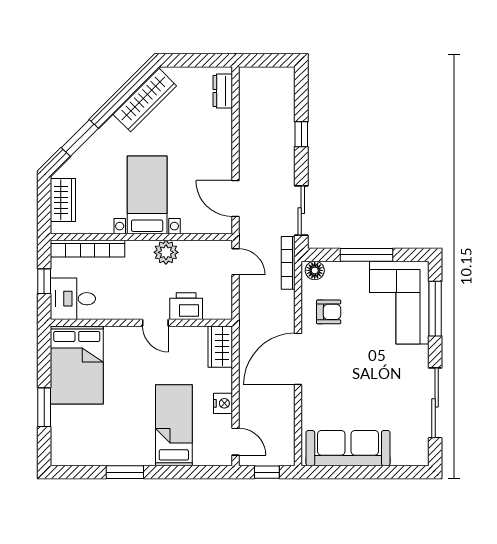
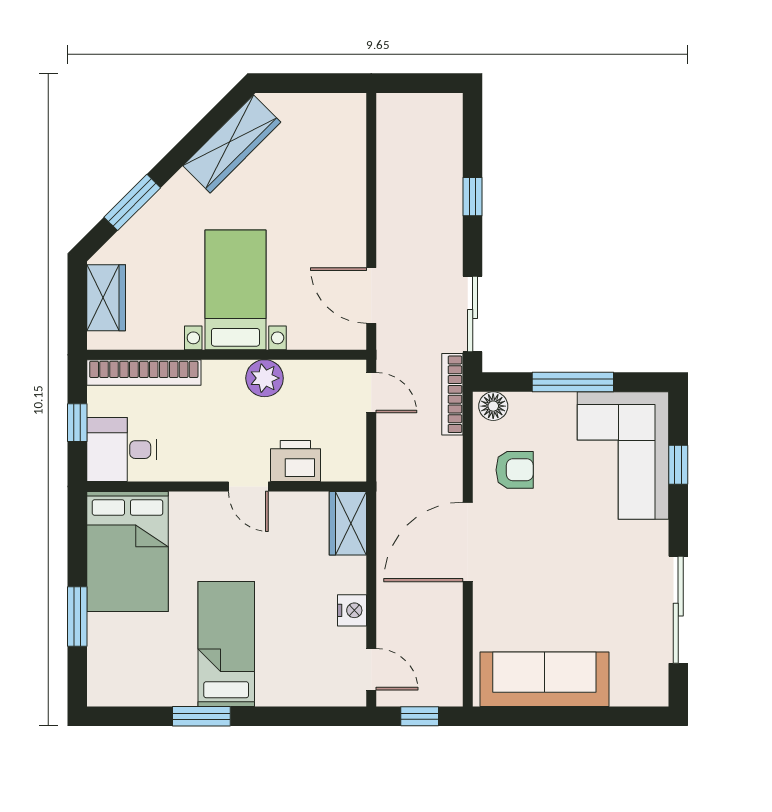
dresser: (223, 91) -> (352, 130), removed
window: (435, 309) -> (678, 465), width x0.46
bed: (174, 425) -> (226, 644), moved

